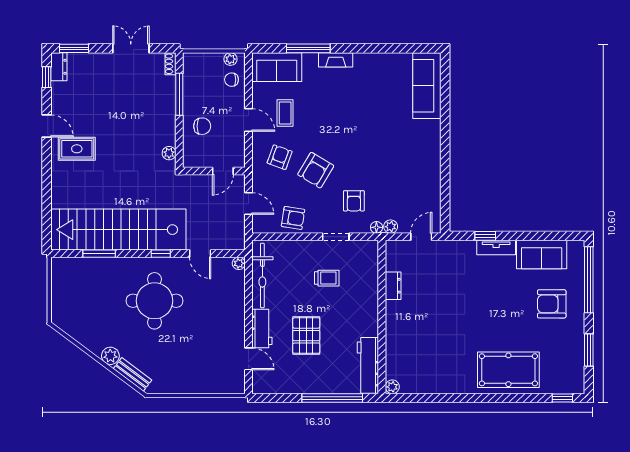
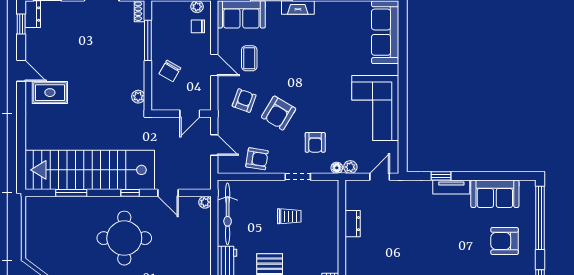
chair: (202, 126) -> (170, 71), turned 120
corner sofa: (417, 165) -> (375, 108), added

